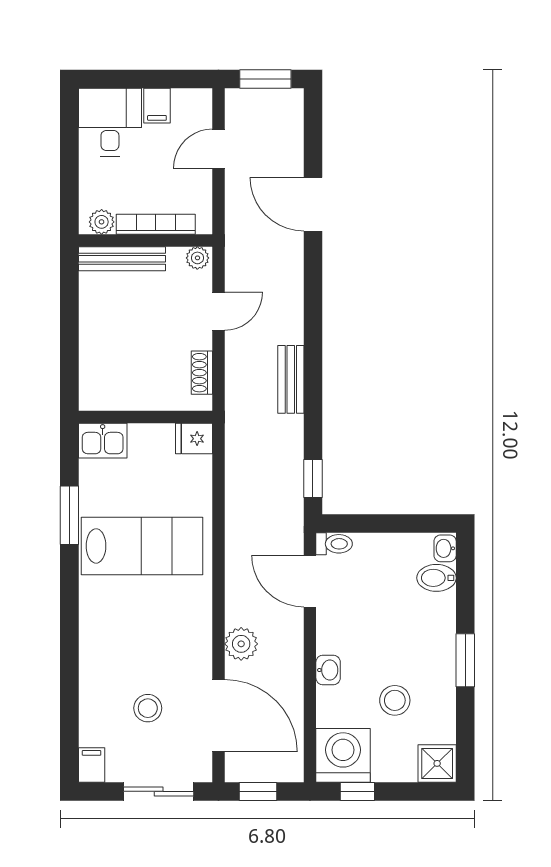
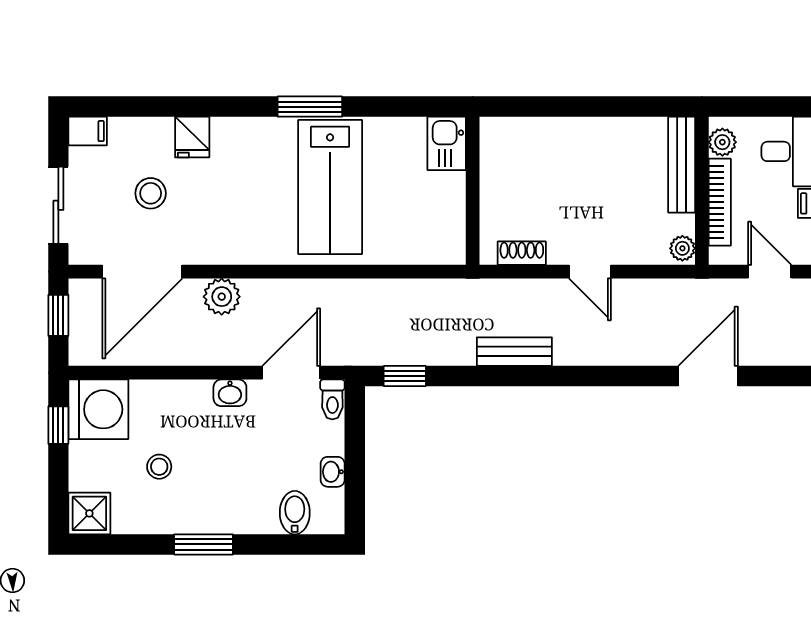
plant: (102, 222) -> (722, 142), moved
bookcase: (156, 224) -> (720, 202), moved
wall: (145, 240) -> (702, 191), moved
plant: (197, 258) -> (682, 248), moved
bench: (122, 259) -> (682, 165), moved
fridge: (194, 439) -> (192, 137), moved, turned 180
window: (69, 515) -> (310, 107), moved
washbasin: (445, 548) -> (333, 472), moved, turned -90
washbasin: (328, 670) -> (230, 393), moved
stool: (395, 700) -> (159, 467), width x0.73, depth x0.73

